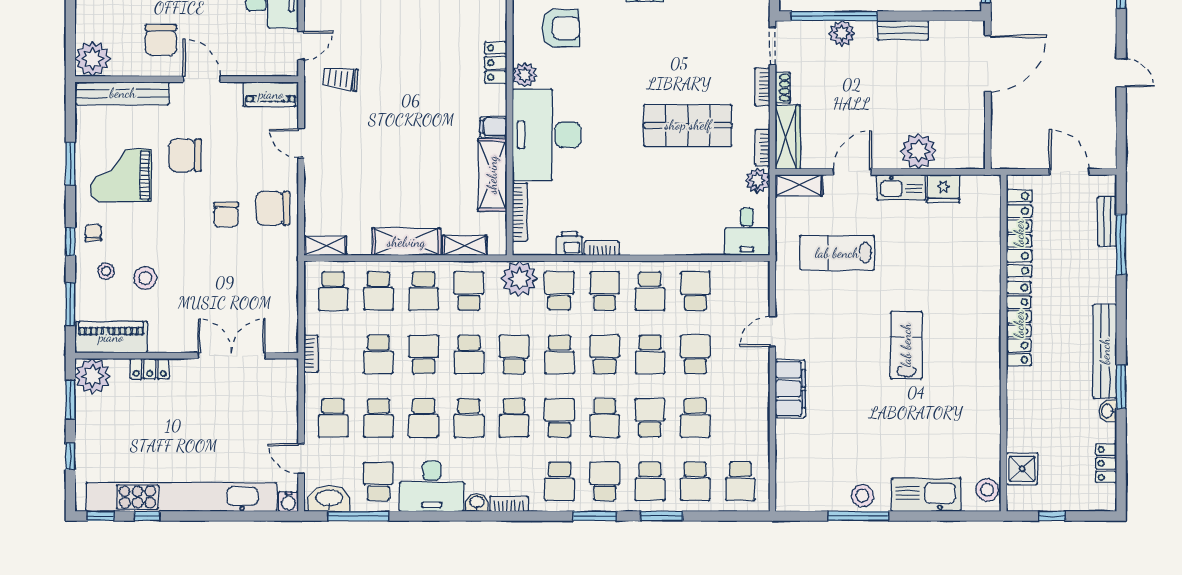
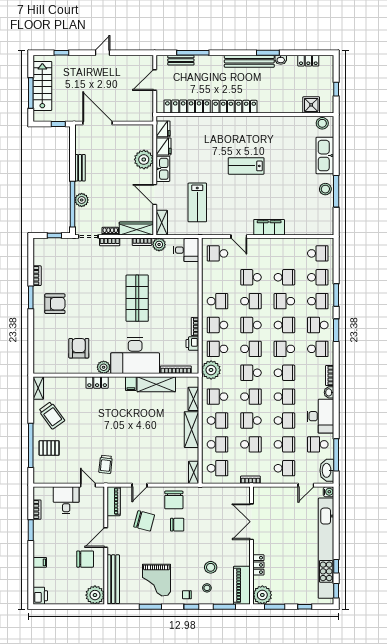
shop shelf: (688, 125) -> (137, 298), moved
chair: (185, 155) -> (144, 521), moved, turned -75
fridge: (977, 188) -> (163, 129), added
school desk: (695, 291) -> (217, 253), moved

